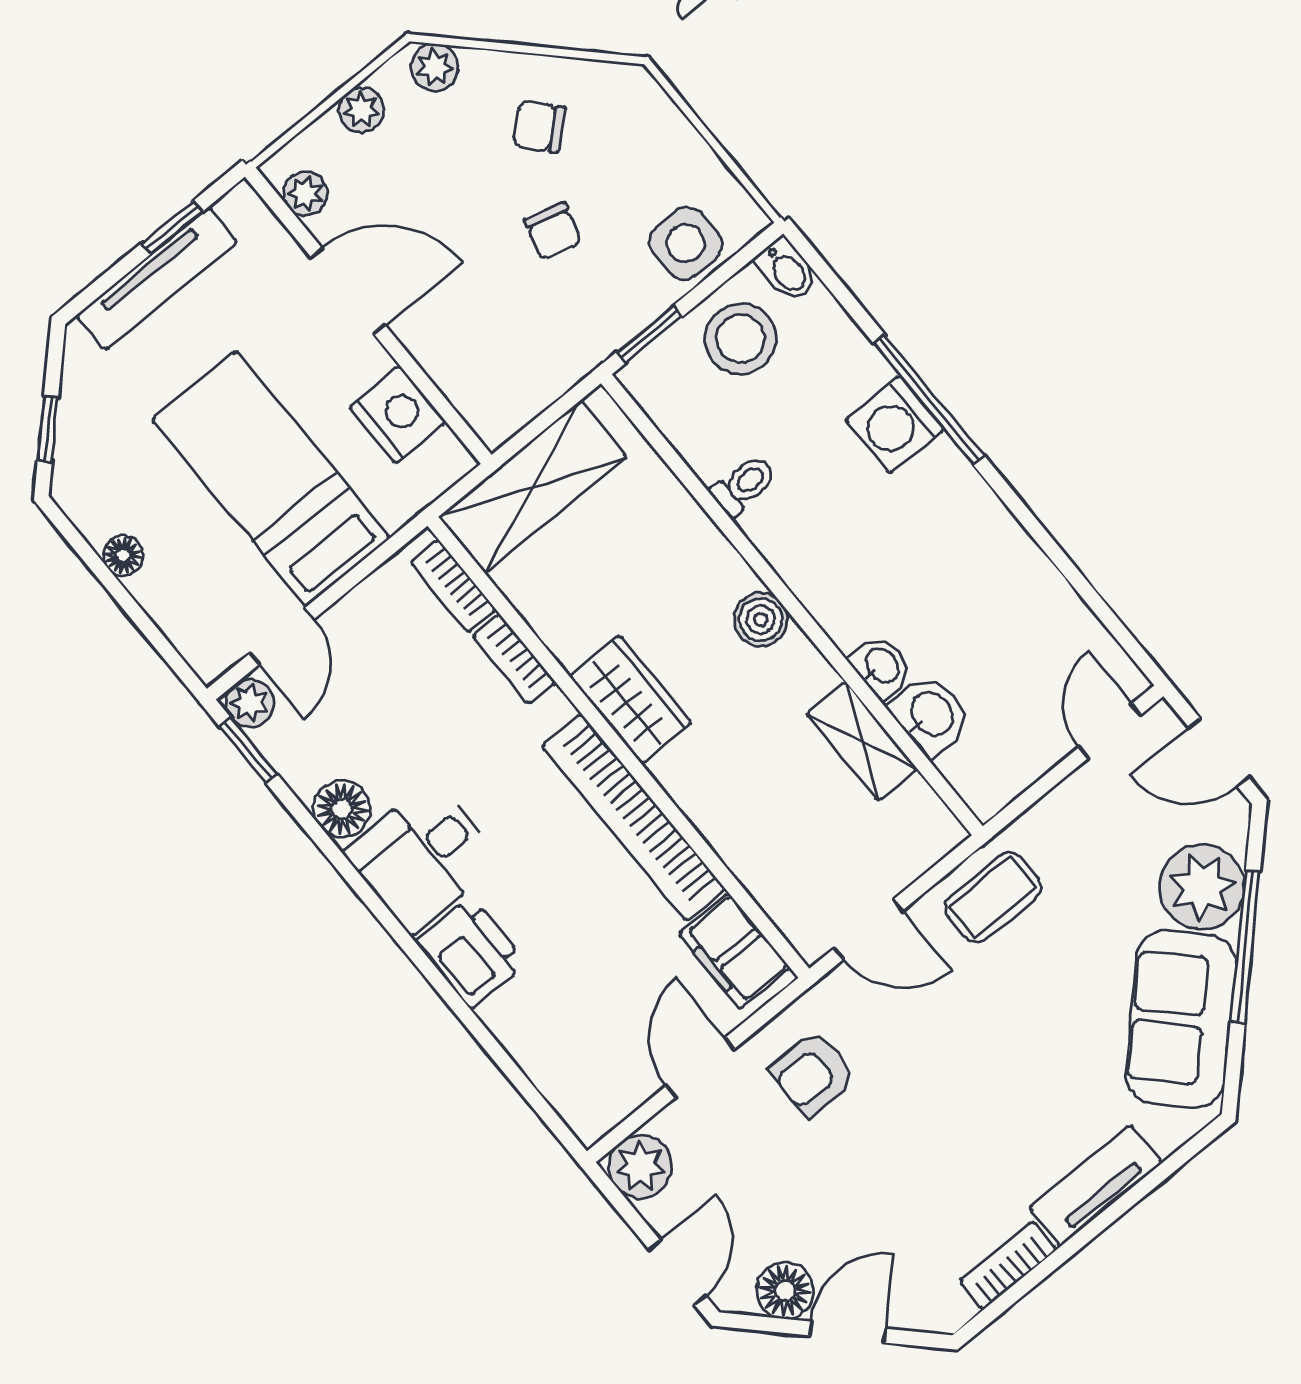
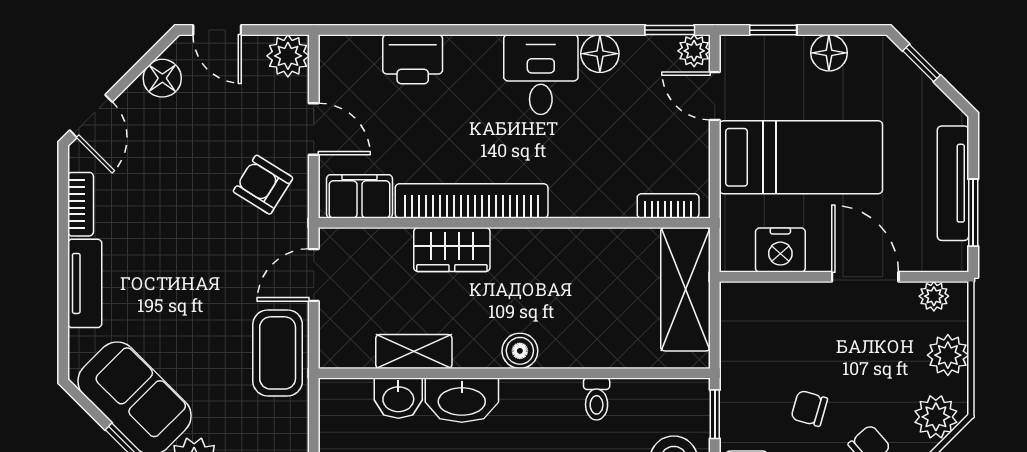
plant: (435, 67) -> (936, 417), width x1.38, depth x1.38
plant: (361, 110) -> (948, 355), width x1.38, depth x1.38
window: (172, 227) -> (973, 213), width x1.50
door: (348, 291) -> (865, 277), swing flipped
floor lamp: (123, 556) -> (829, 53), width x1.37, depth x1.37
window: (151, 631) -> (773, 30), added
bookcase: (514, 659) -> (604, 206), removed
washbasin: (881, 666) -> (462, 400), width x1.91, depth x1.45
wardrobe: (631, 699) -> (452, 250), moved
coffee table: (993, 897) -> (278, 353), width x1.36, depth x1.30
printer: (471, 952) -> (413, 59), moved
armchair: (812, 1073) -> (263, 185), turned -58
door: (848, 1332) -> (91, 116), moved

